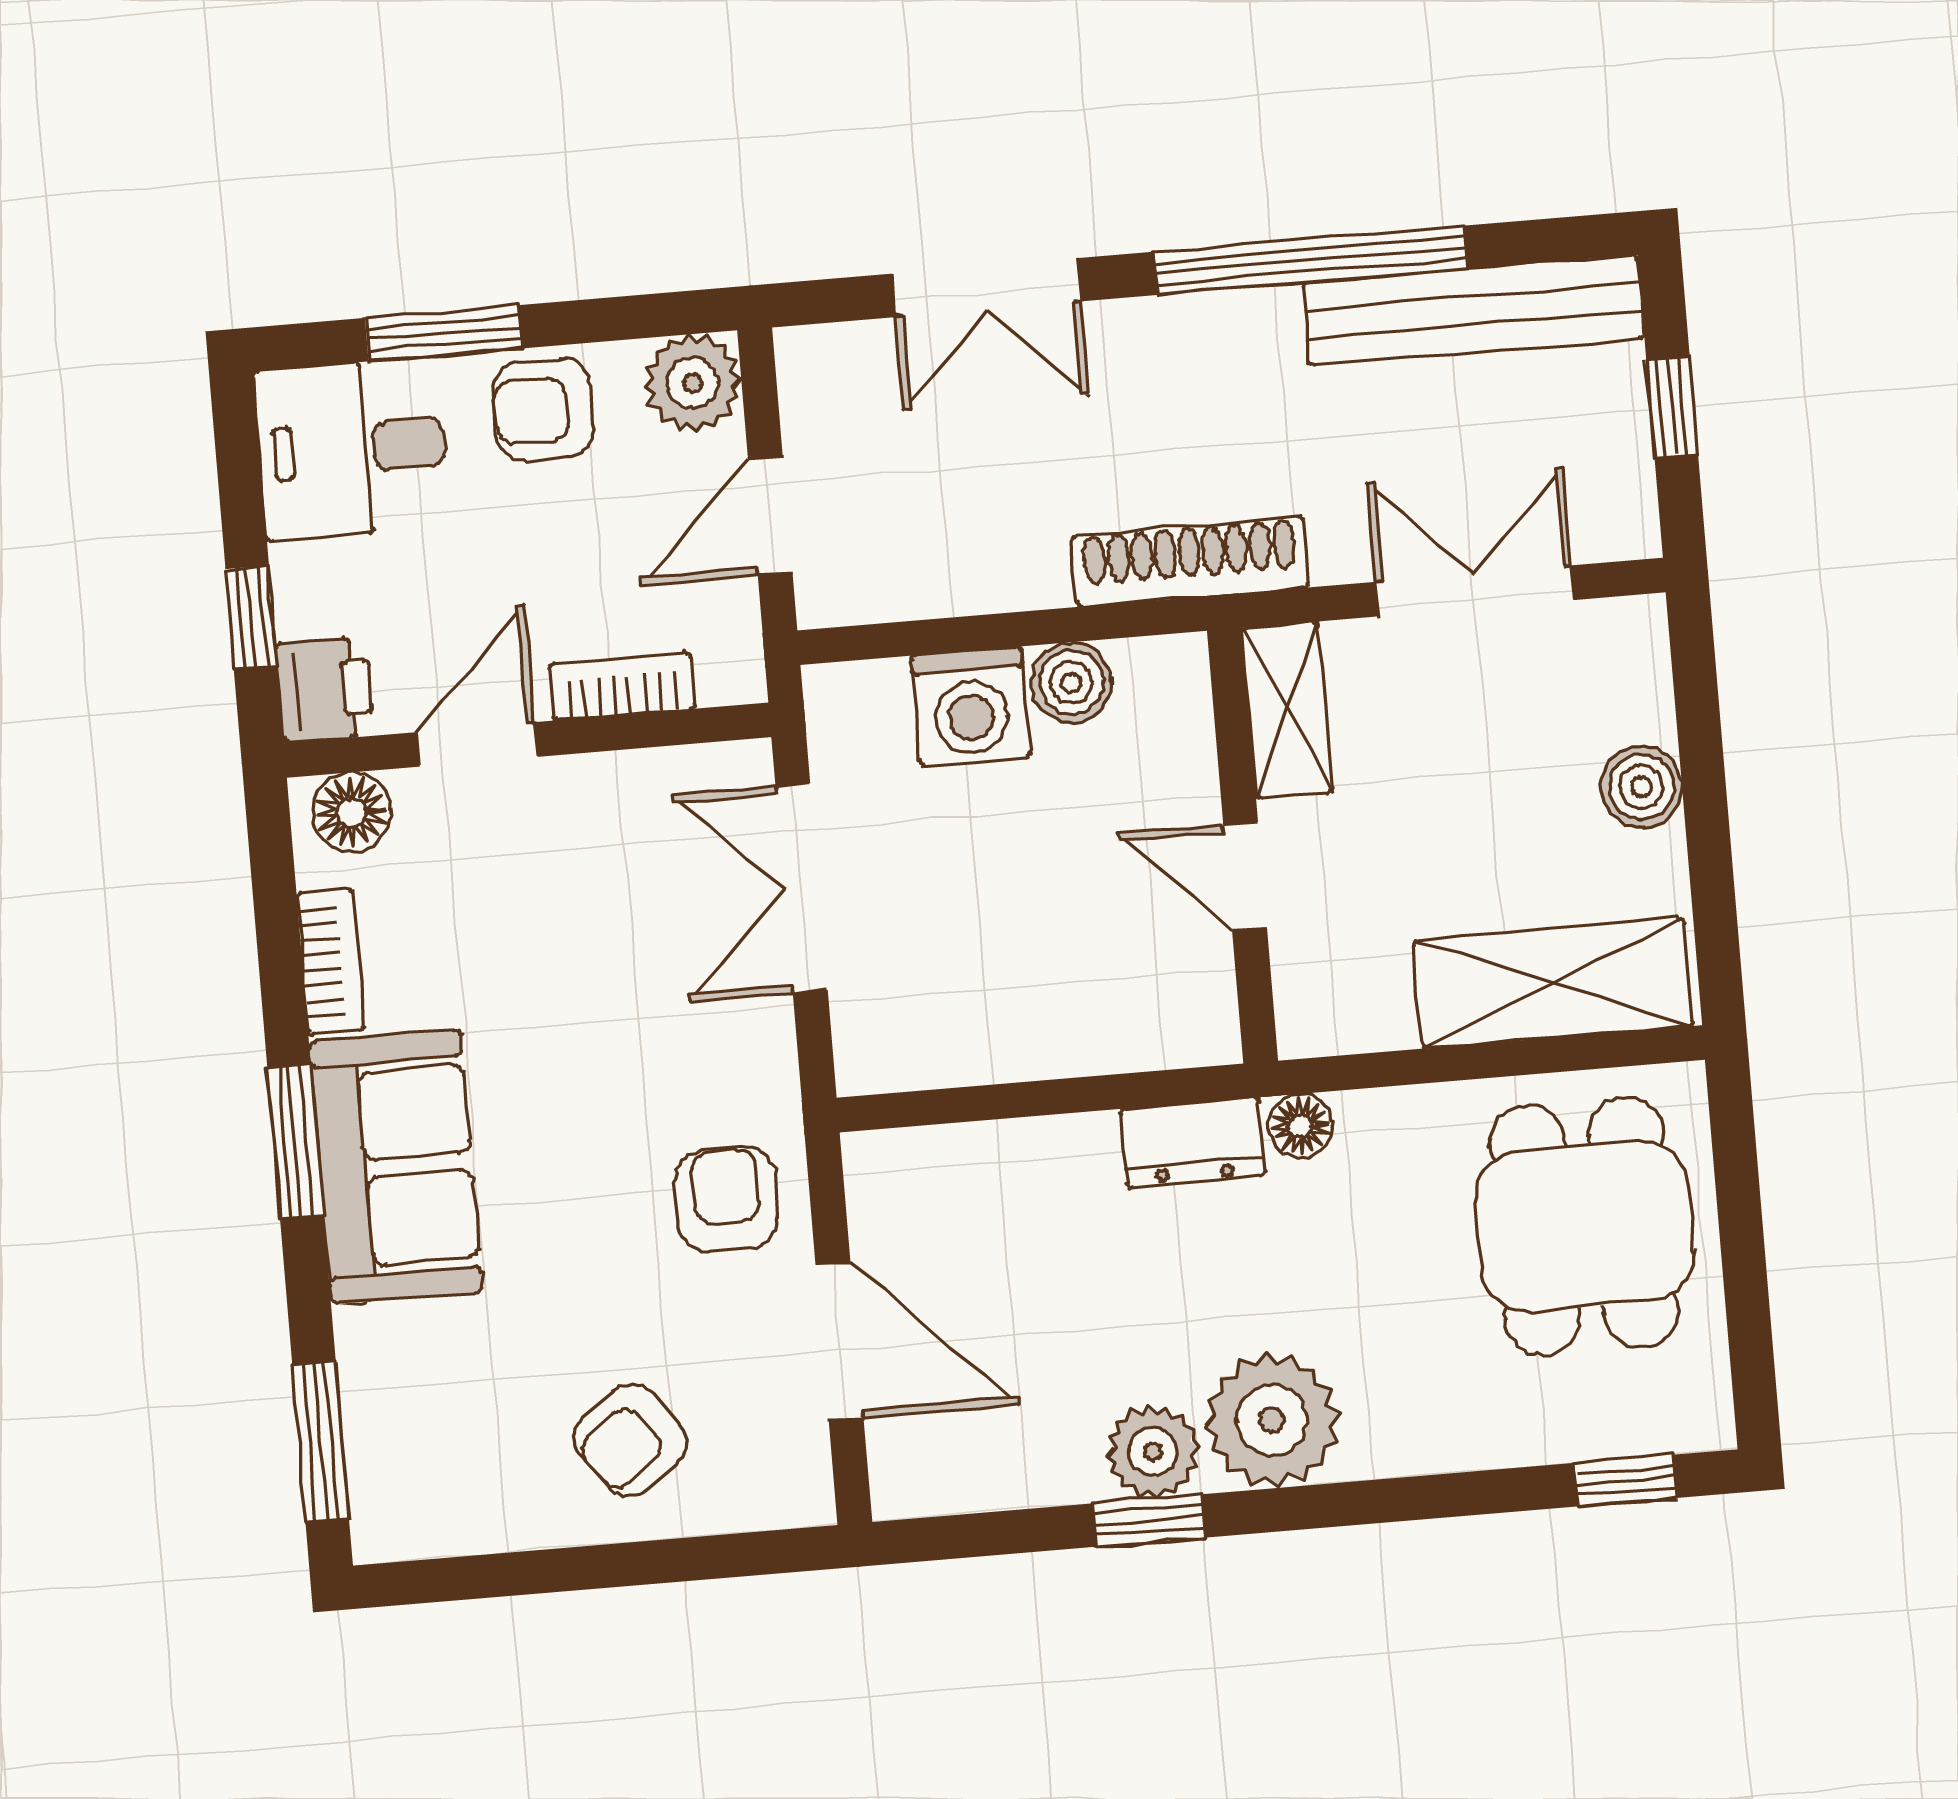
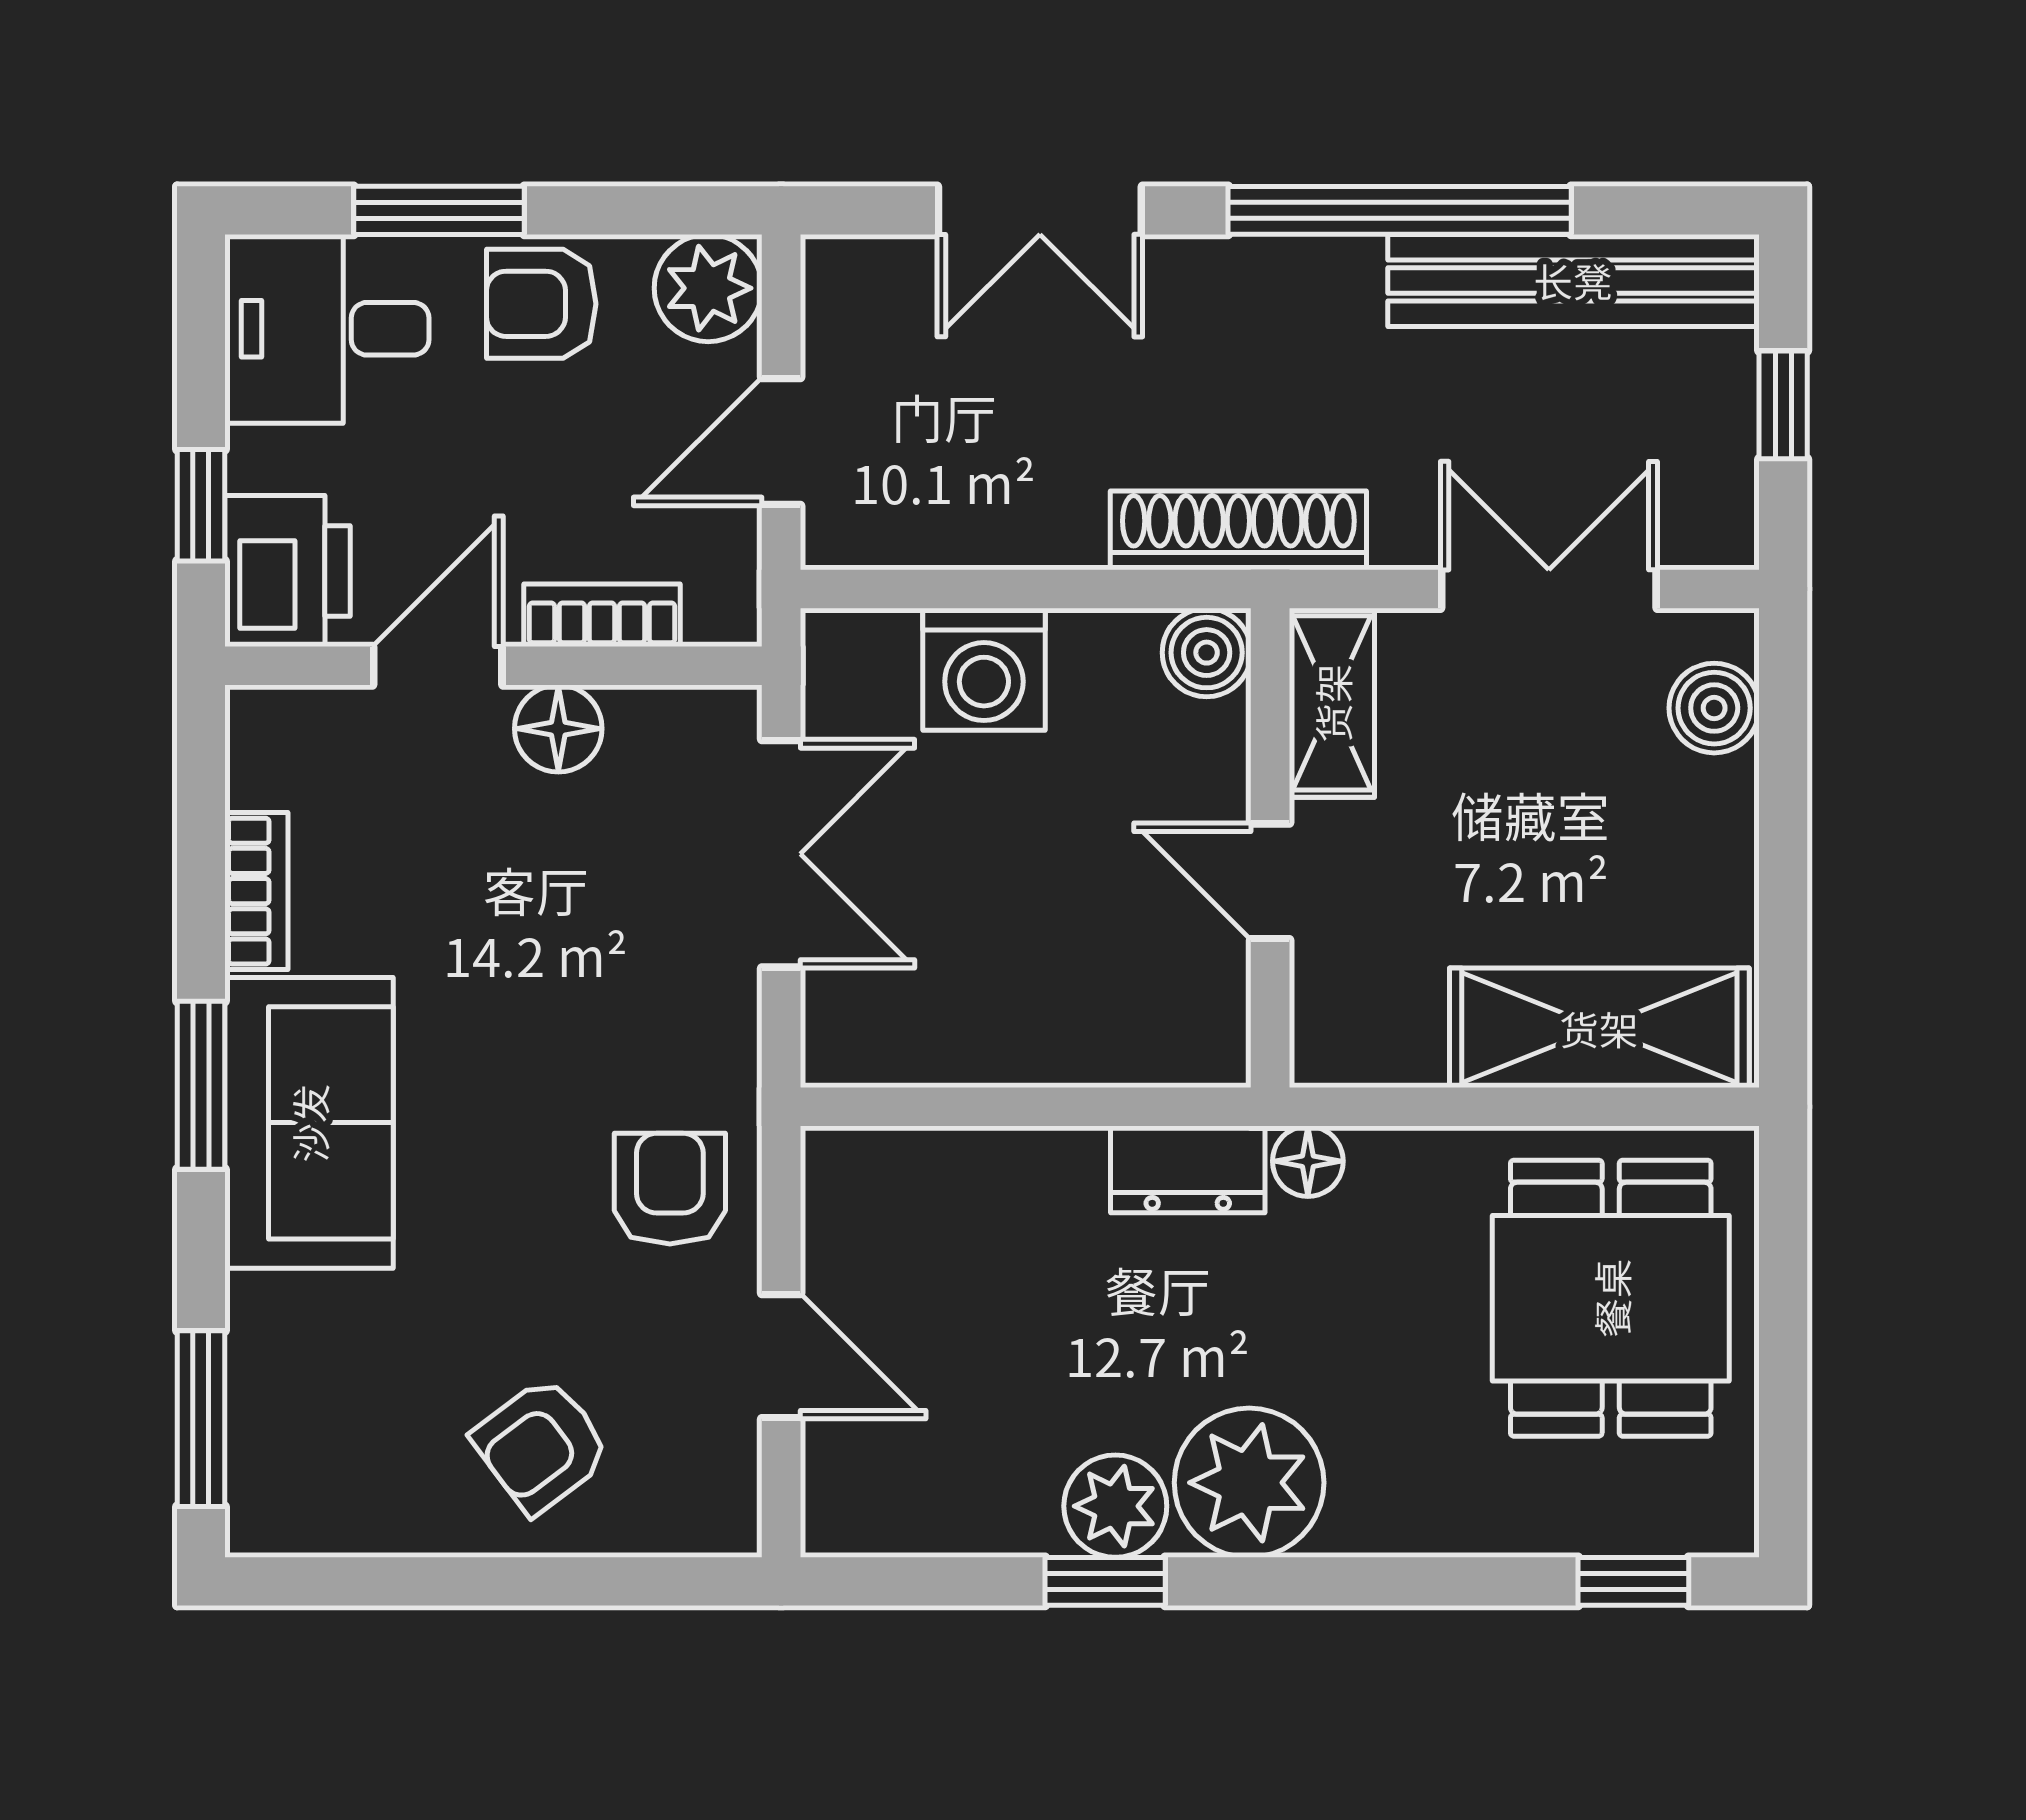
boiler: (1072, 683) -> (1207, 653), moved
printer: (325, 689) -> (287, 571), width x1.36, depth x1.24
boiler: (1641, 787) -> (1714, 708), moved
floor lamp: (352, 812) -> (558, 729), moved
double door: (802, 888) -> (781, 854), swing flipped
door: (840, 1342) -> (781, 1356), width x0.73

